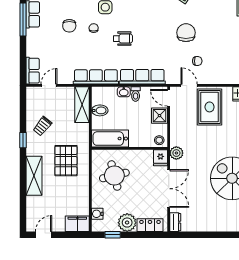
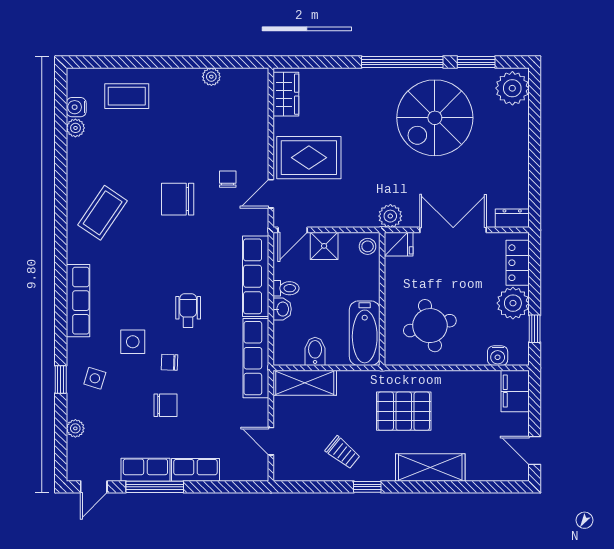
row of seats: (33, 71) -> (195, 470), moved

